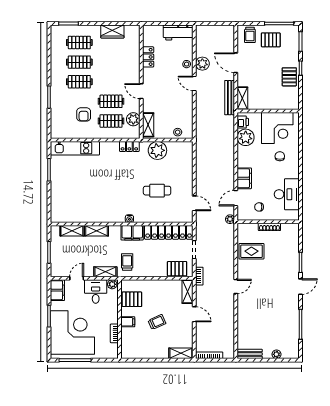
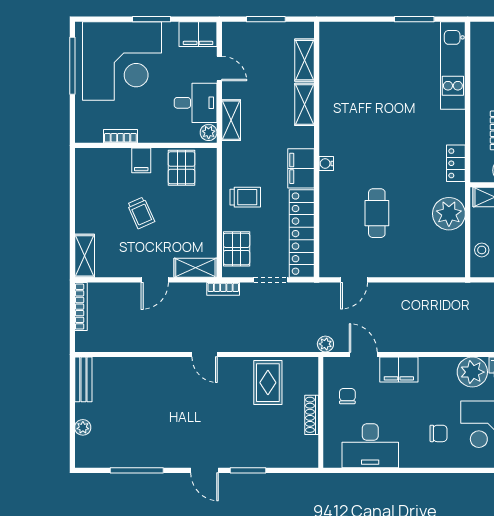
trolley: (127, 262) -> (245, 197), moved

